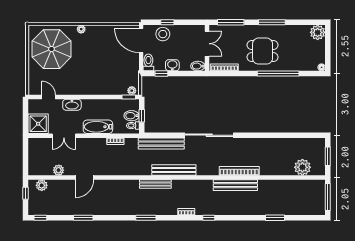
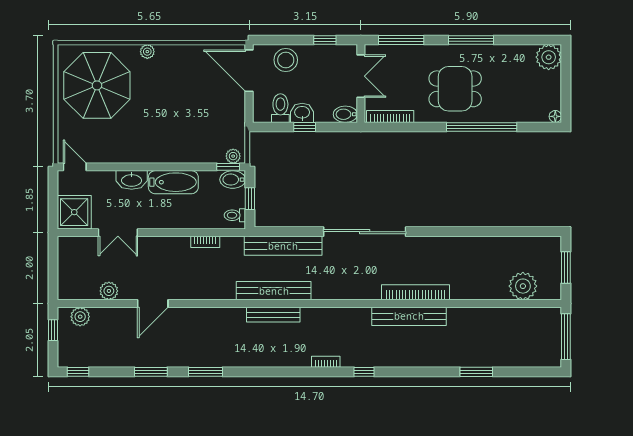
window: (167, 22) -> (325, 40), moved
toilet: (148, 62) -> (280, 108), moved
window: (161, 74) -> (305, 127), moved
door: (49, 97) -> (75, 167), moved
bidet: (132, 116) -> (233, 180), moved
bathtub: (98, 127) -> (173, 182), moved, turned 180
bench: (174, 170) -> (274, 291), moved
window: (146, 218) -> (206, 372), moved

